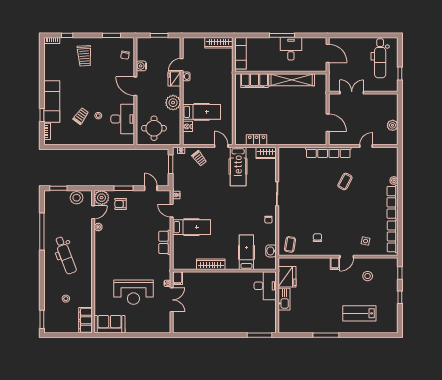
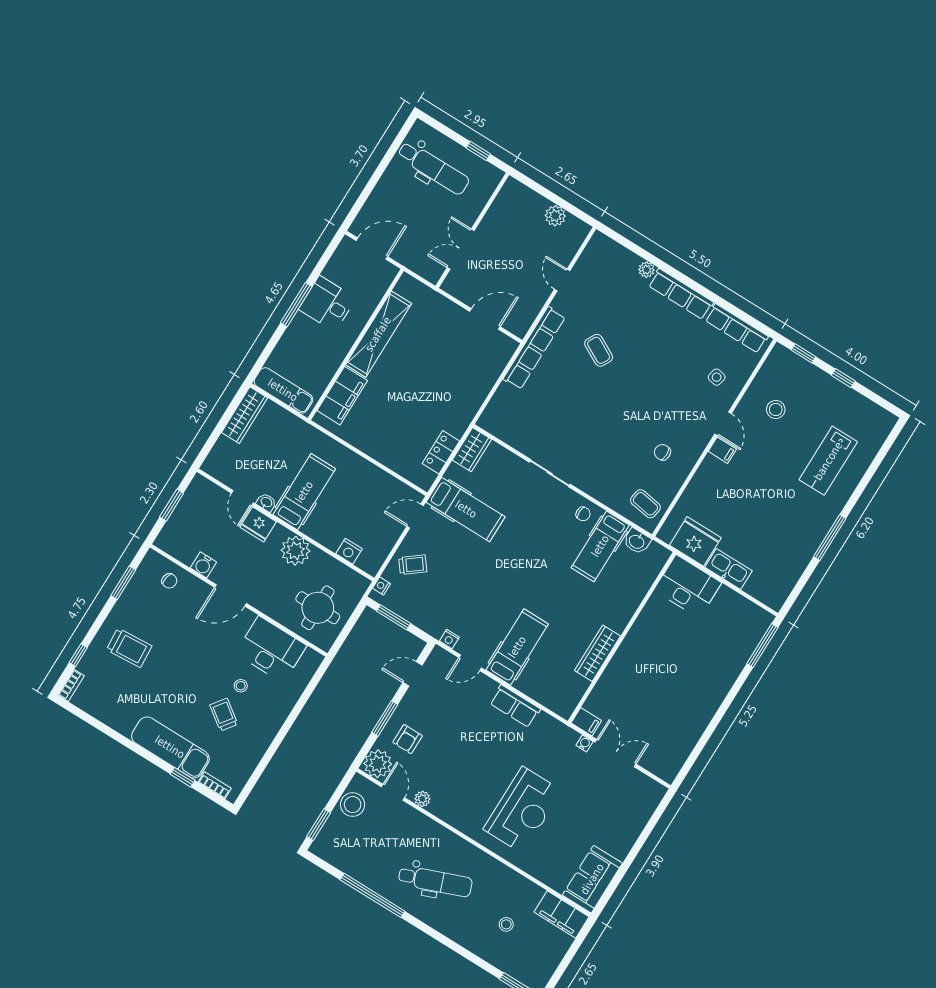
hospital bed: (202, 112) -> (304, 492), moved
hospital bed: (246, 252) -> (600, 546), moved, turned -90
reception desk: (133, 292) -> (523, 810), moved

